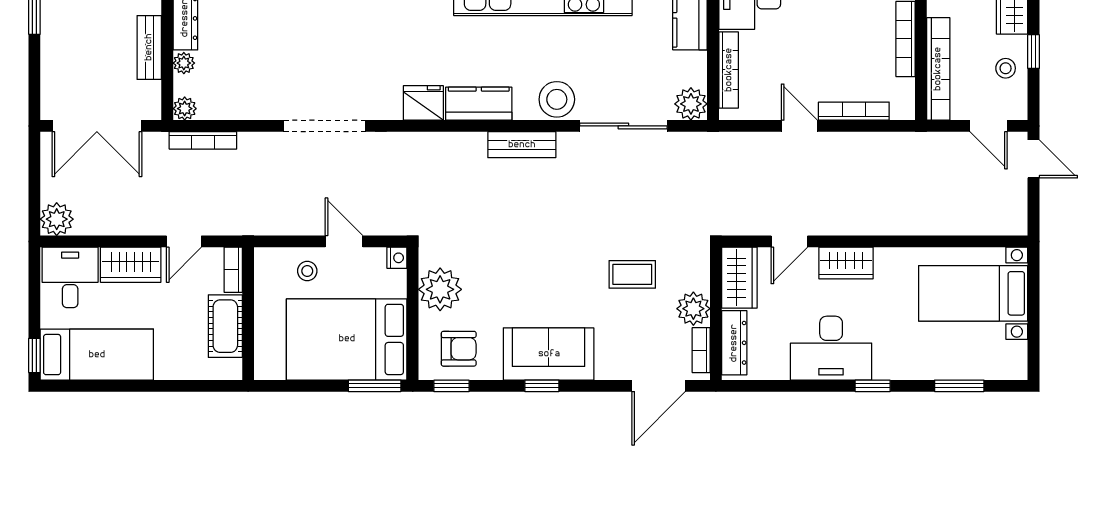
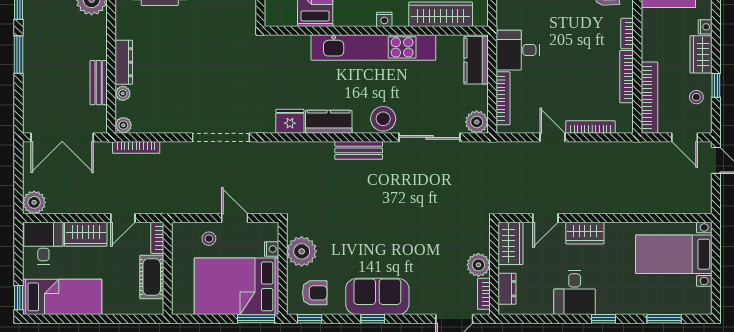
nightstand: (397, 258) -> (272, 249), moved
coffee table: (632, 274) -> (436, 241), removed
dresser: (734, 343) -> (507, 289), width x0.70
desk: (831, 348) -> (575, 292), width x0.73

